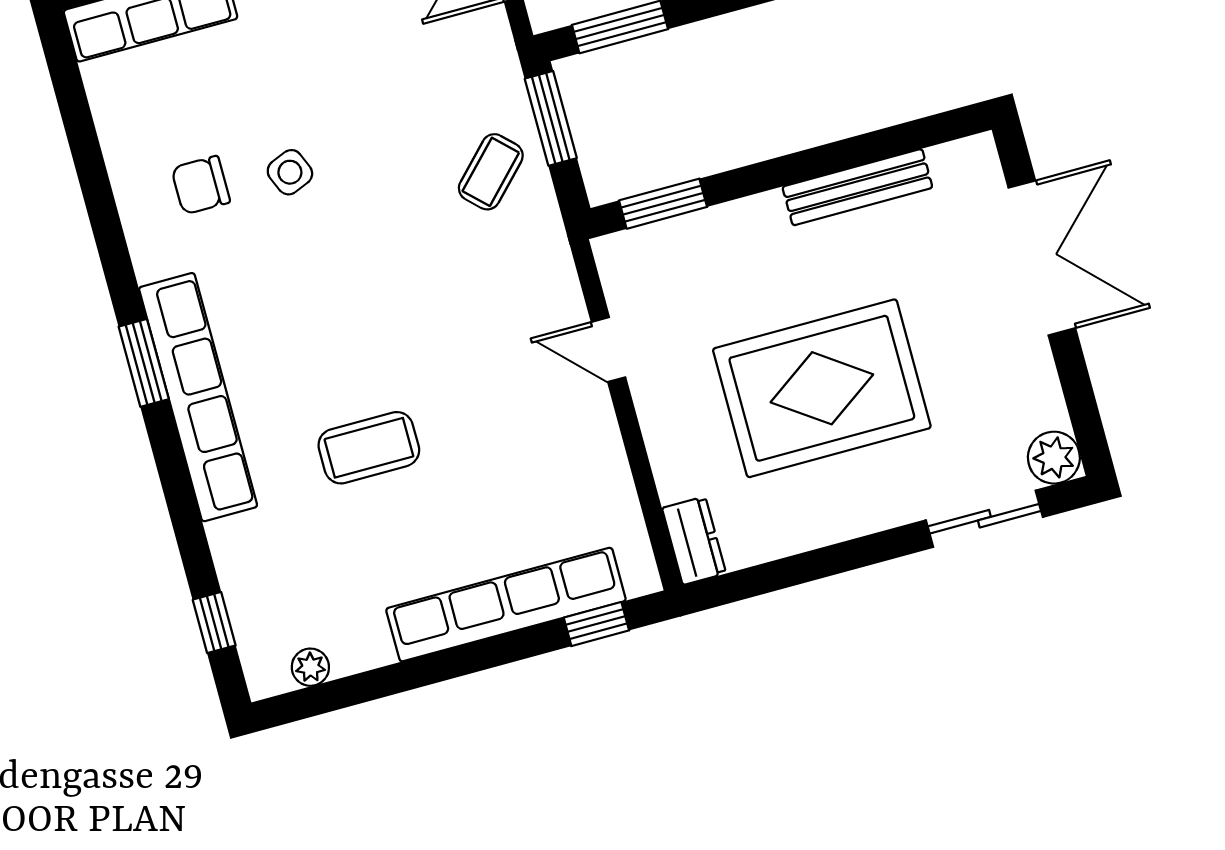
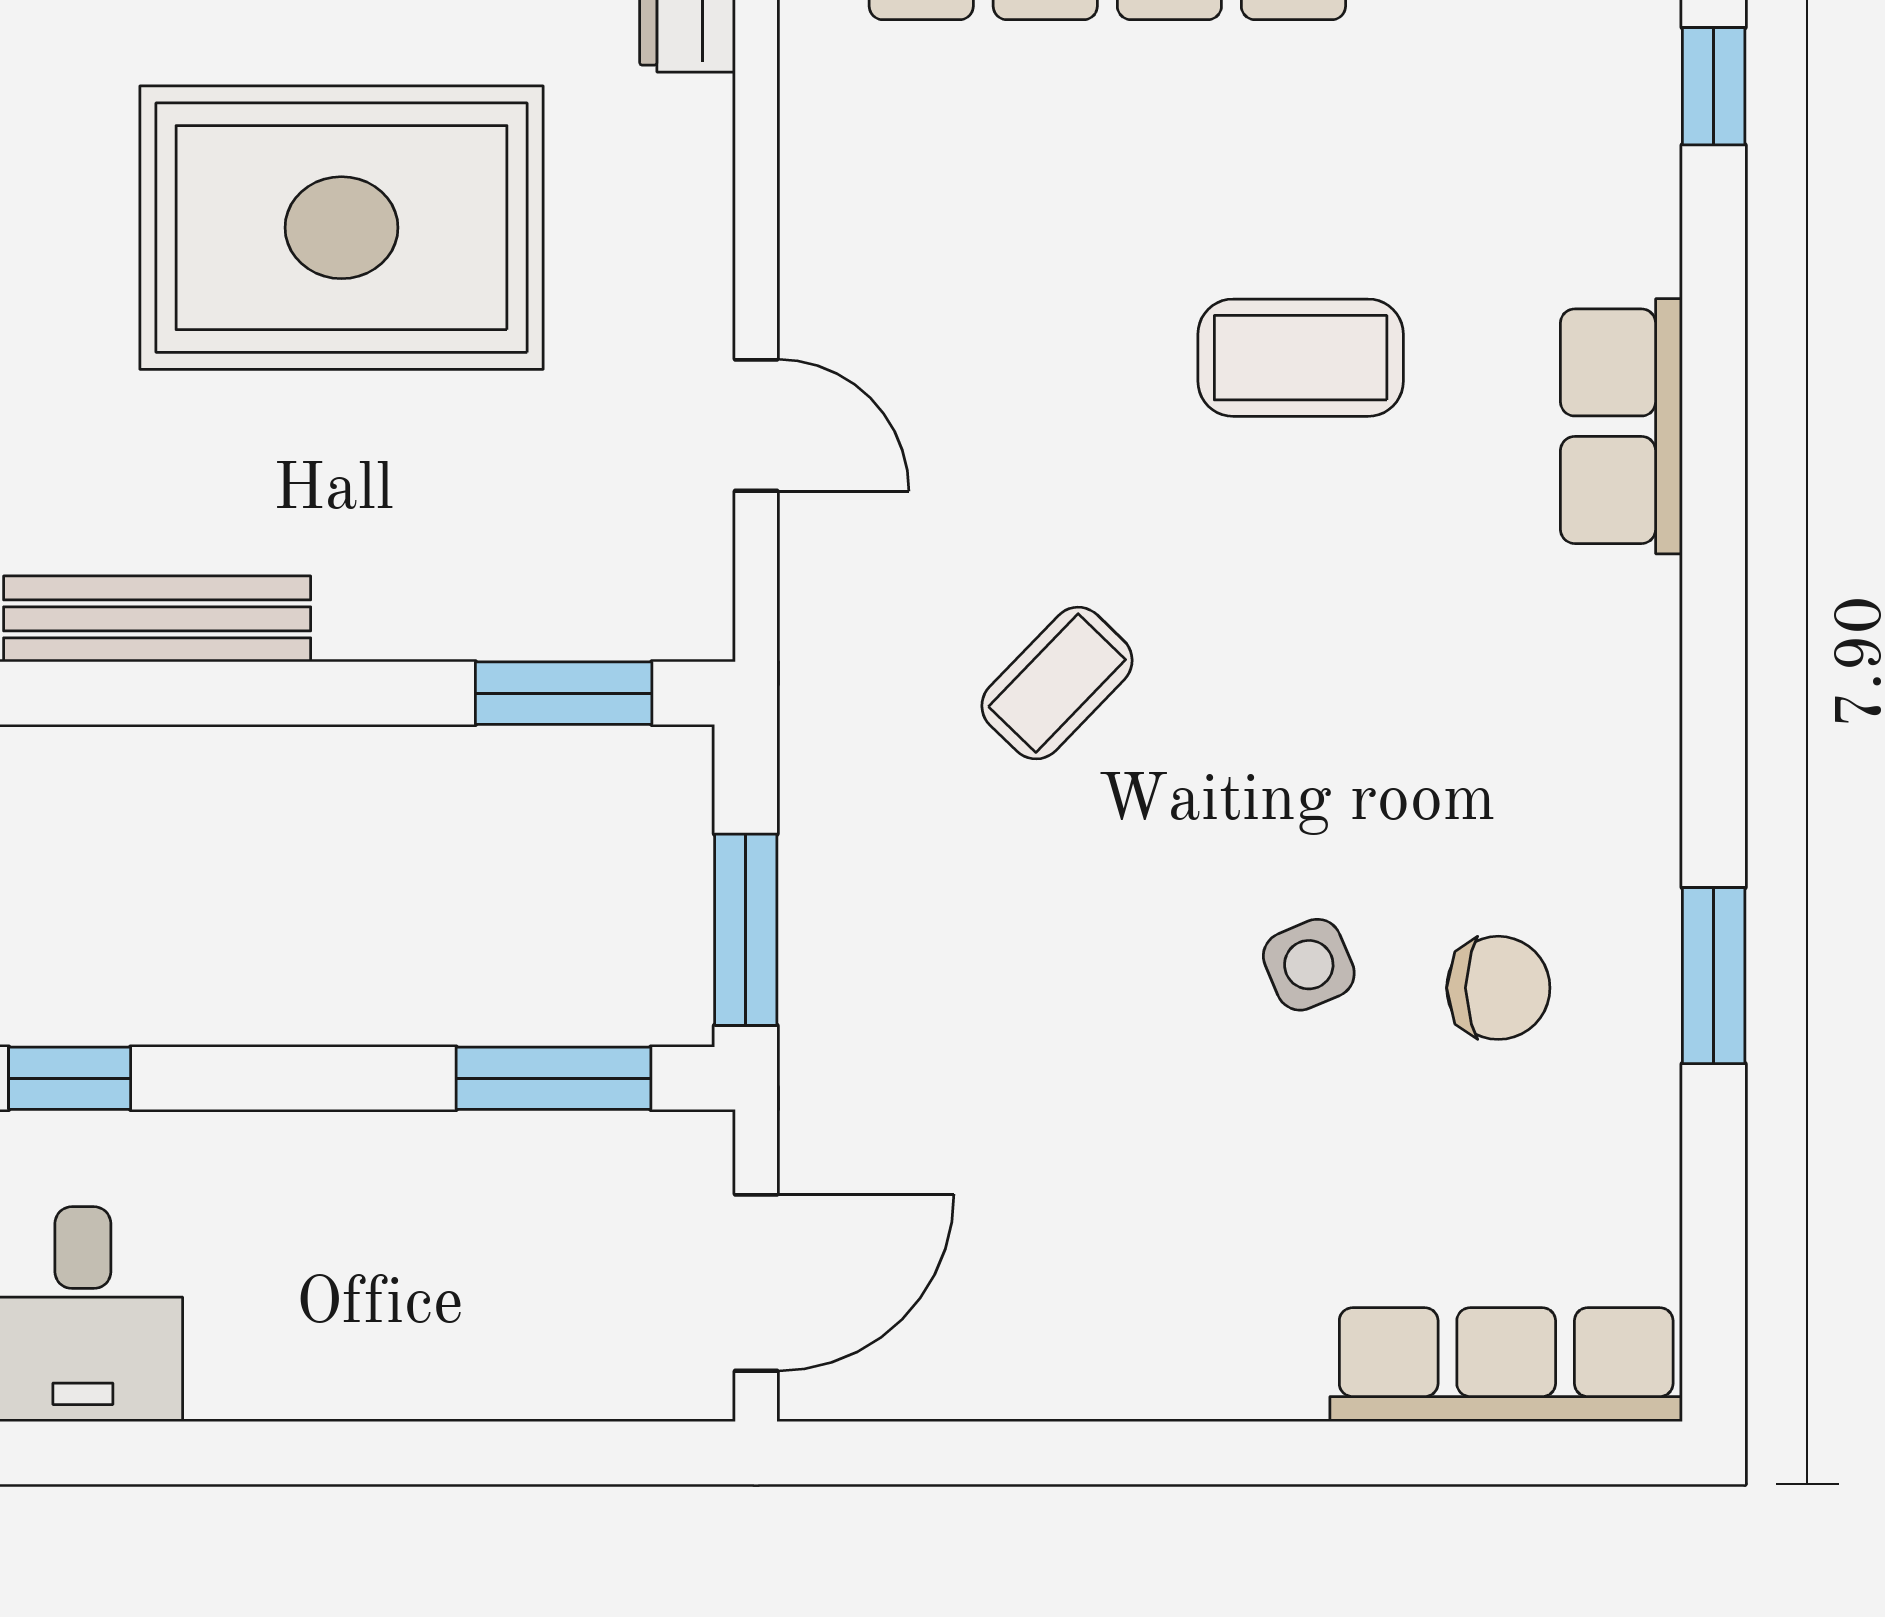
coffee table: (491, 172) -> (1057, 683), moved
window: (144, 363) -> (1714, 976), moved
row of seats: (198, 397) -> (1621, 426), width x0.50

